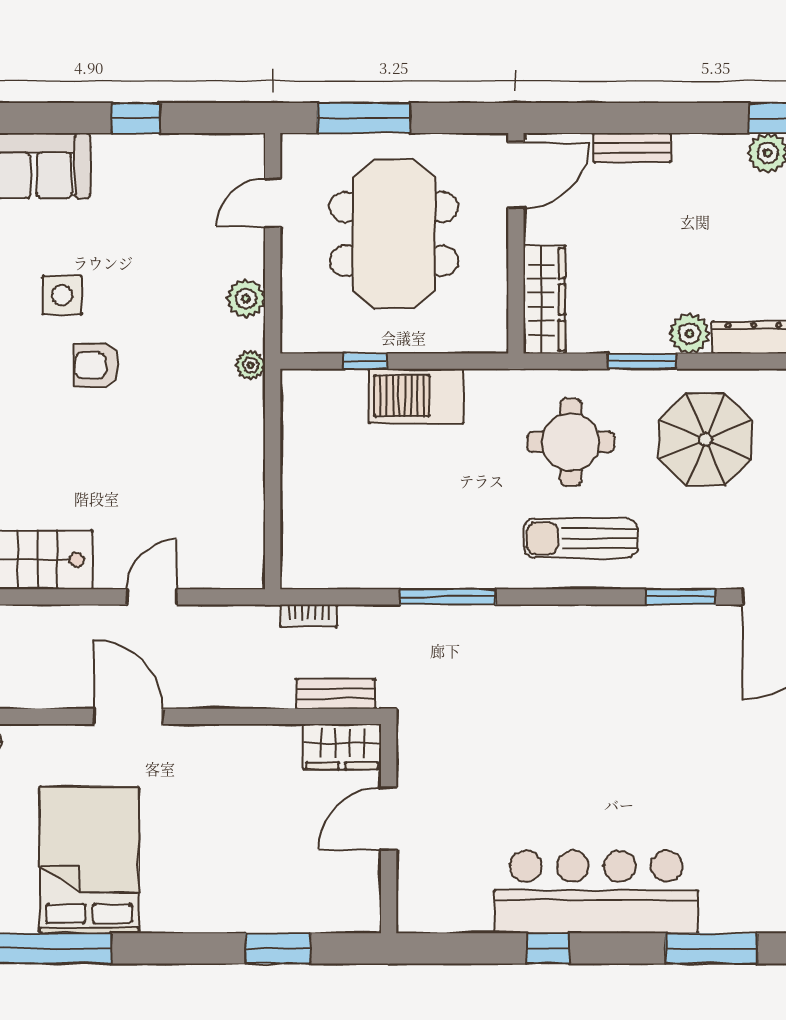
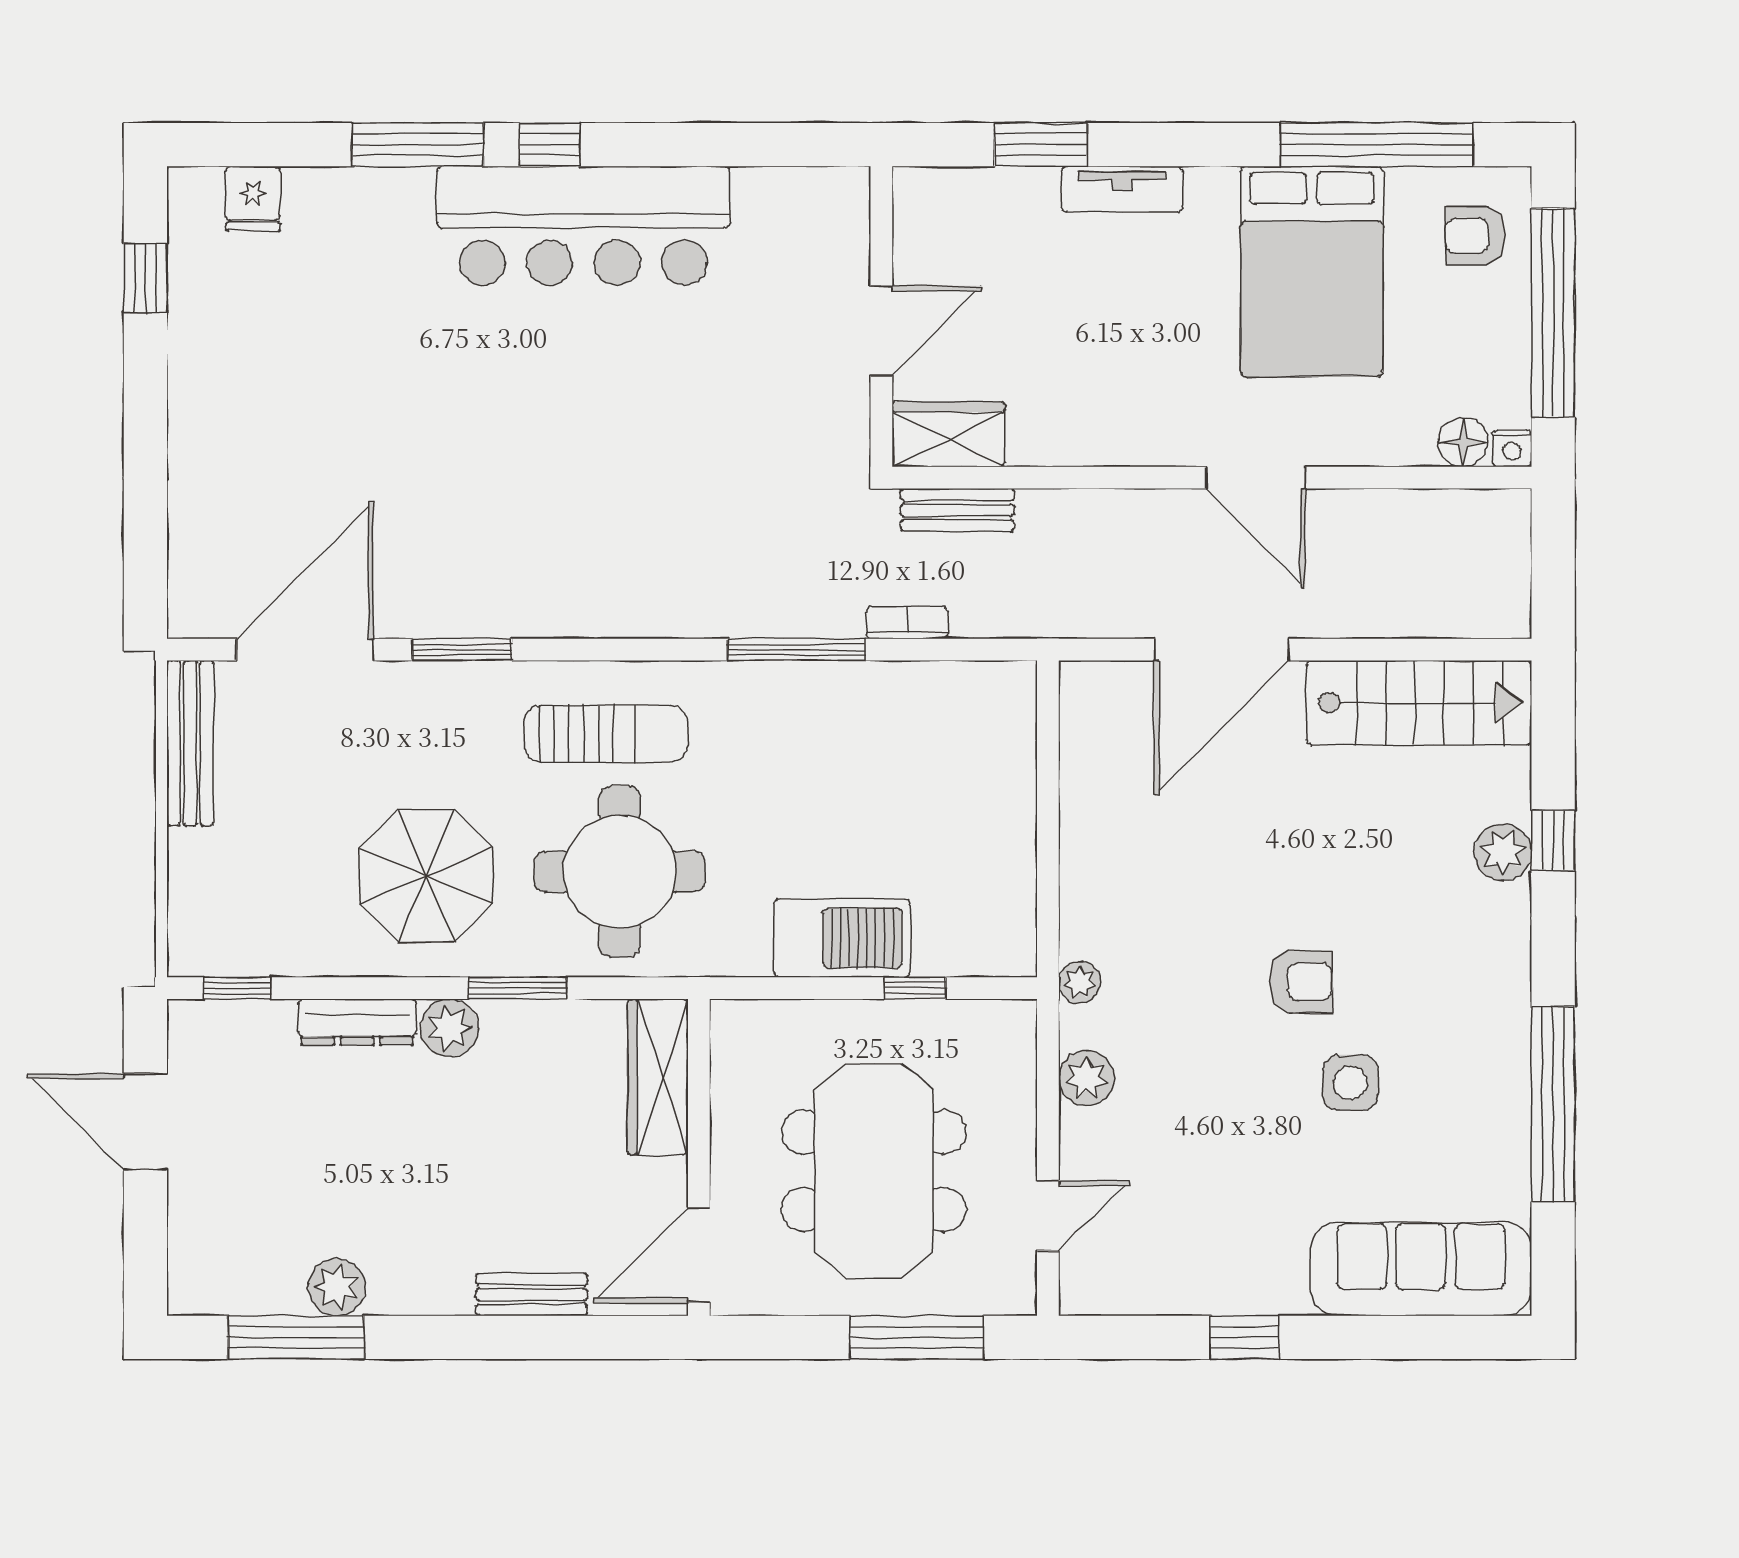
round table: (571, 442) -> (620, 872), width x1.36, depth x1.36
door: (152, 597) -> (1222, 650), width x1.87
bookcase: (309, 616) -> (907, 623), moved
tv unit: (221, 917) -> (1122, 189), added
window: (548, 948) -> (550, 145), moved

